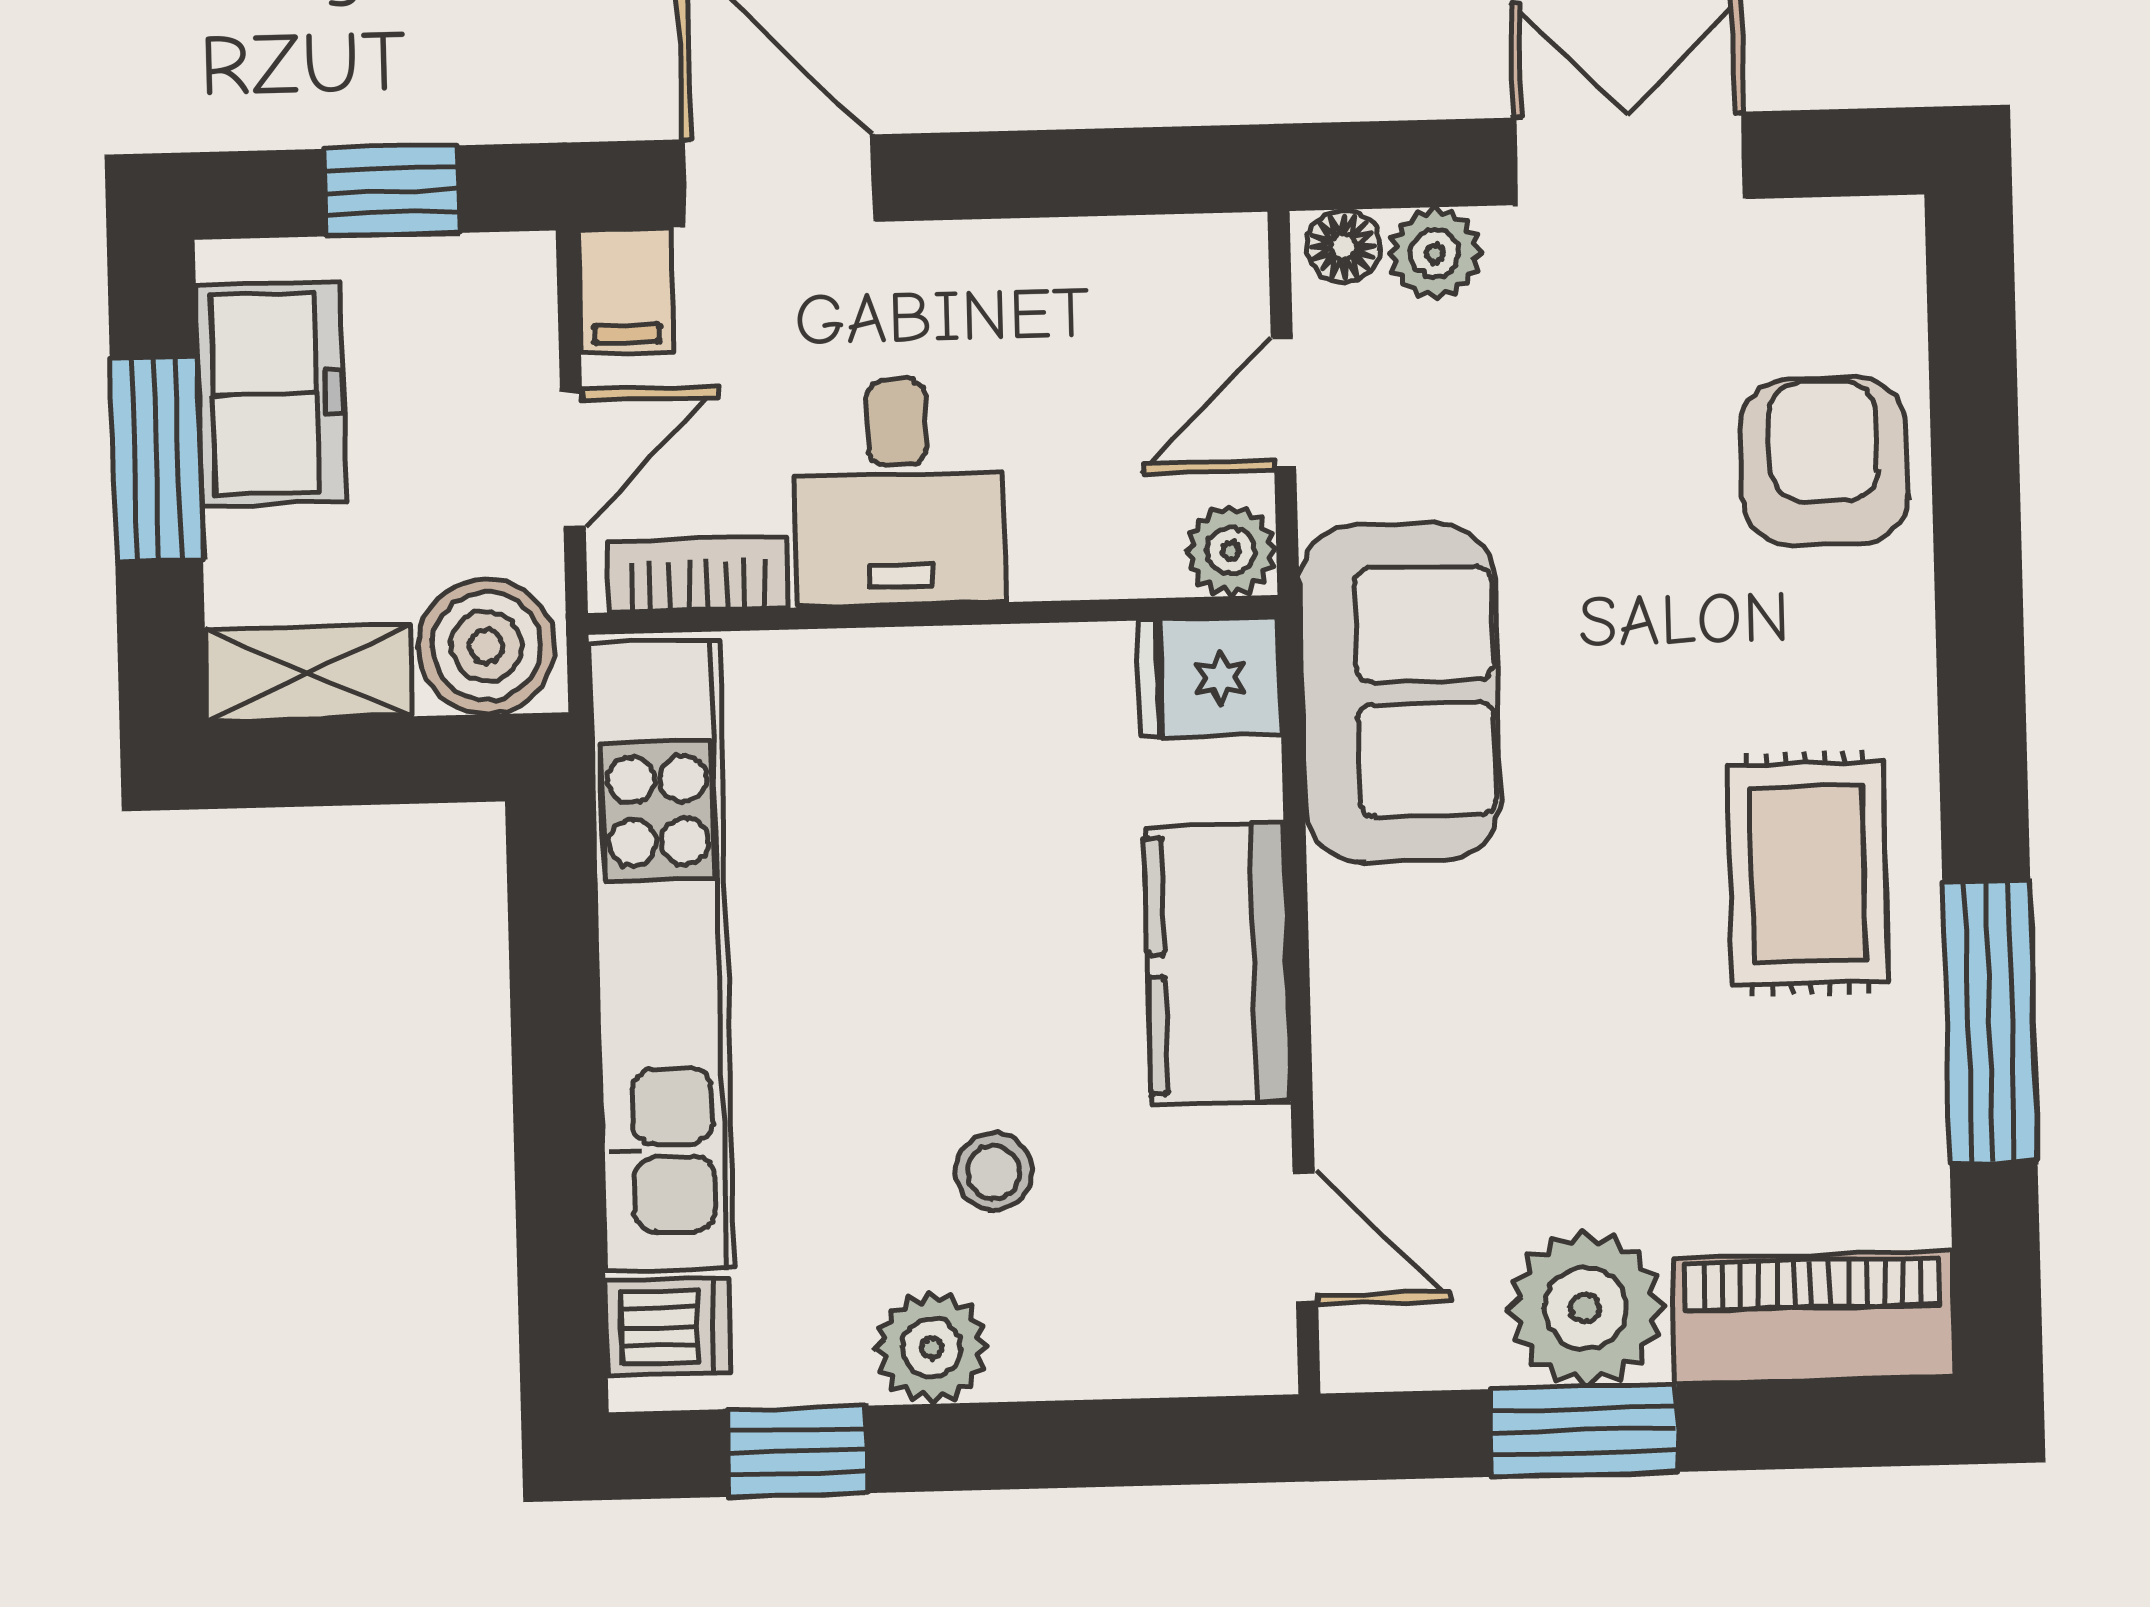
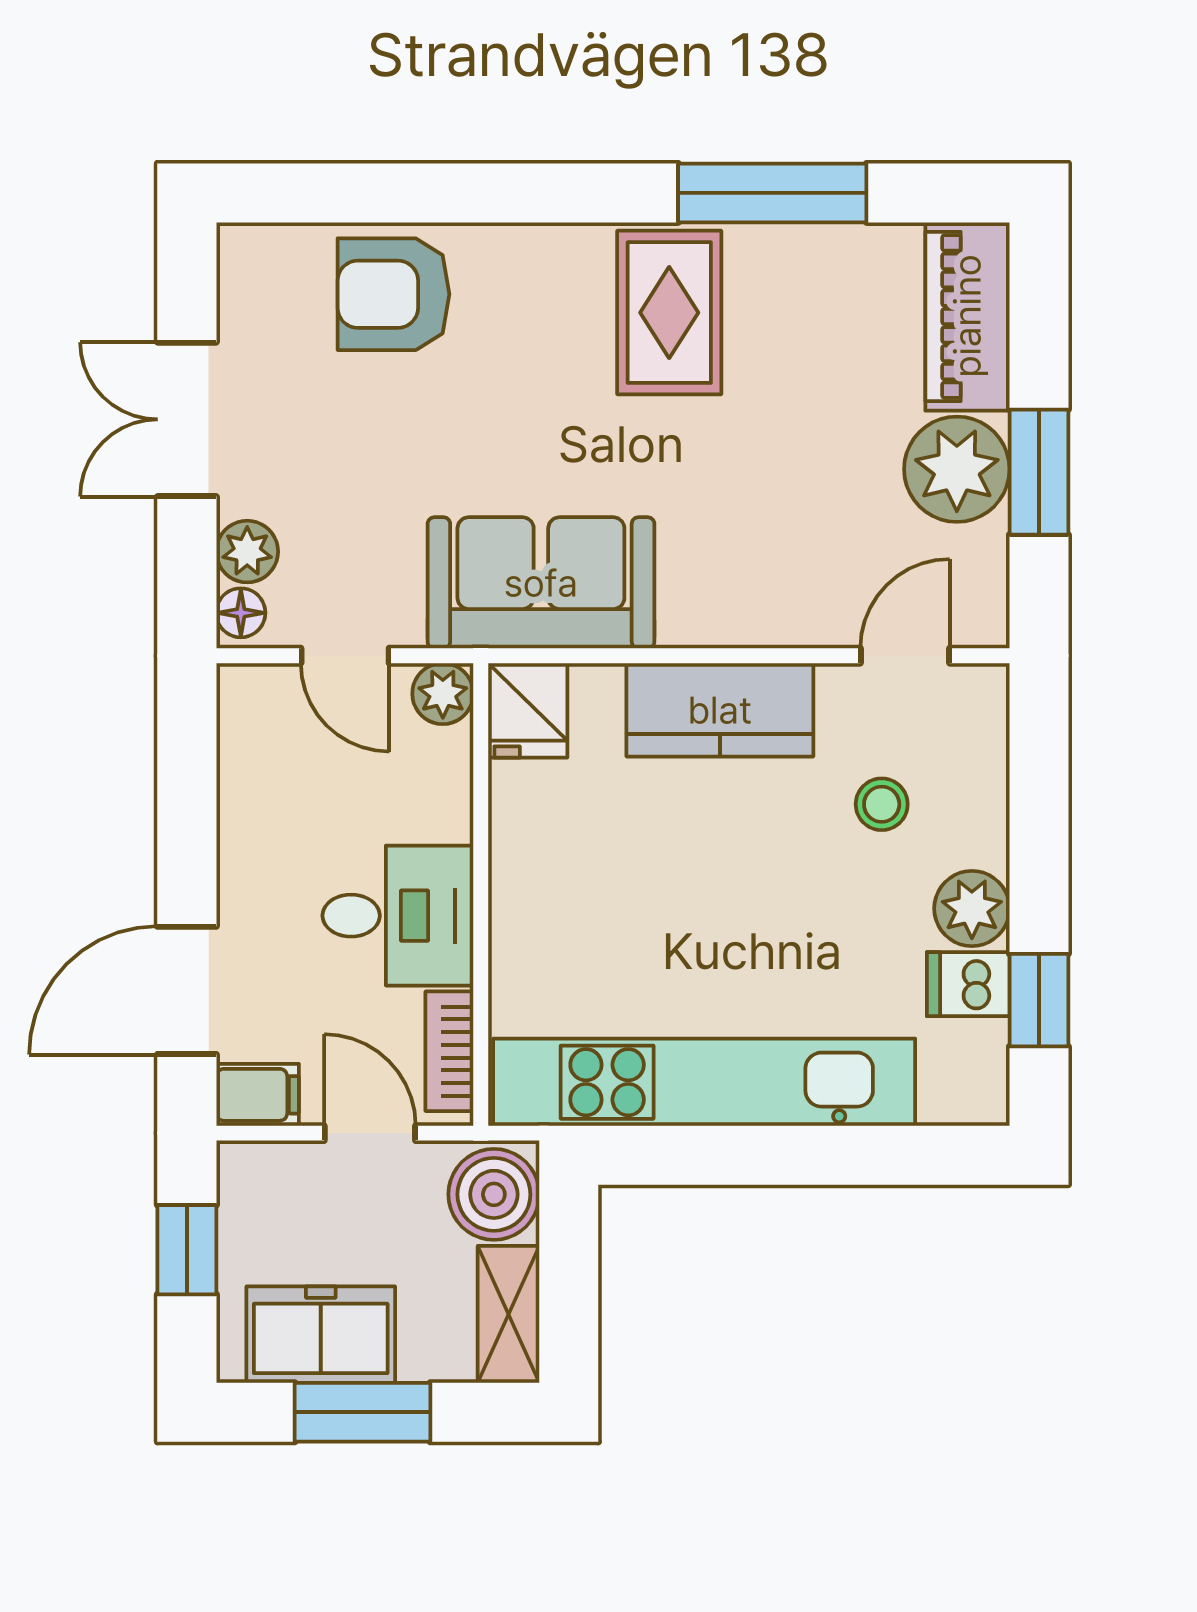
rug: (1808, 873) -> (669, 313), turned 90
stool: (994, 1172) -> (882, 804), moved
dishwasher: (668, 1327) -> (968, 984), moved, turned -90

